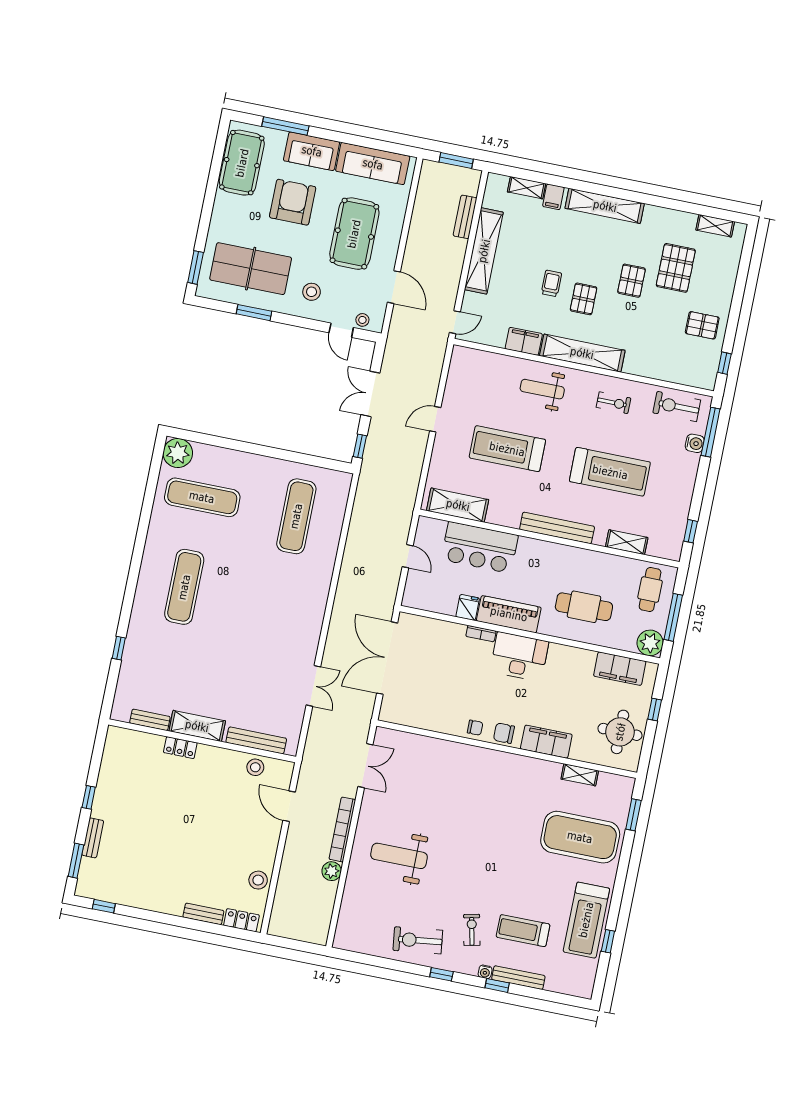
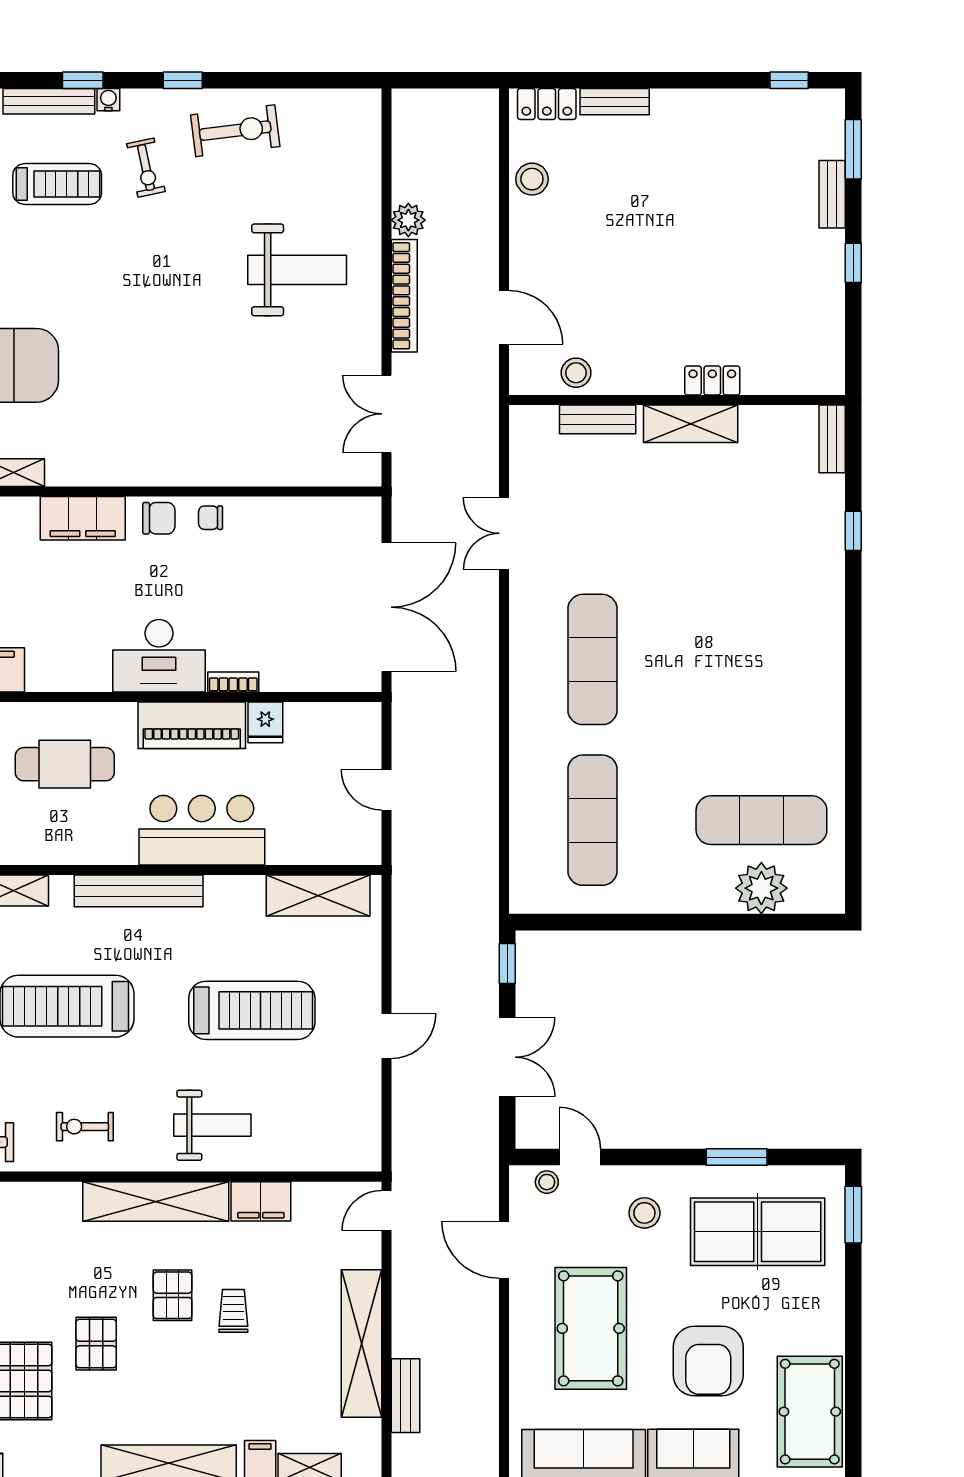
trolley: (551, 283) -> (233, 1311), turned 180
plant: (178, 453) -> (761, 888), moved
bar counter: (480, 547) -> (202, 830), moved
exercise mat: (184, 587) -> (592, 659), moved
bench: (150, 720) -> (832, 439), moved, turned 90
bench: (256, 740) -> (598, 419), width x0.73

